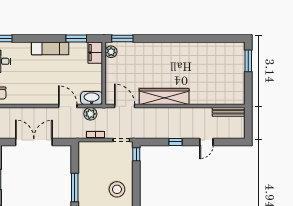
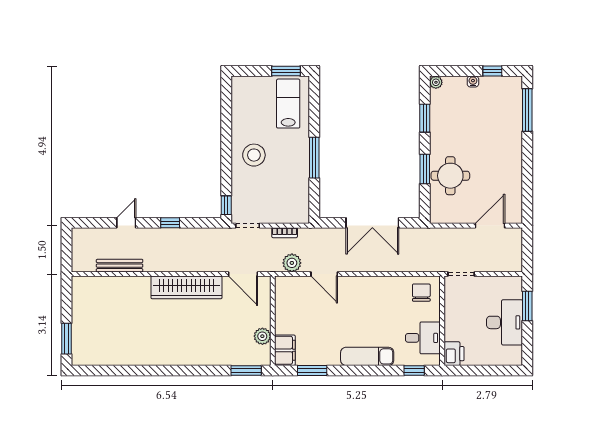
exam couch: (50, 48) -> (367, 356), moved
plant: (111, 52) -> (262, 336), moved
washbasin: (92, 98) -> (290, 285), removed
bench: (229, 112) -> (120, 266), moved

